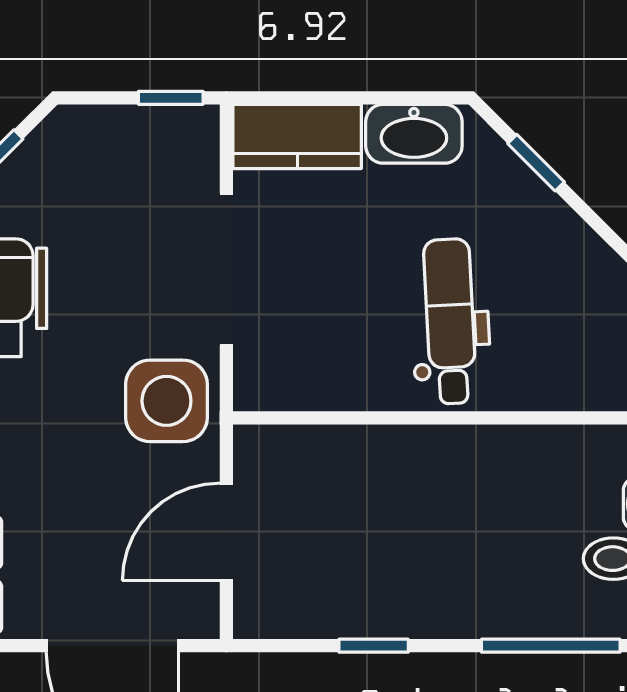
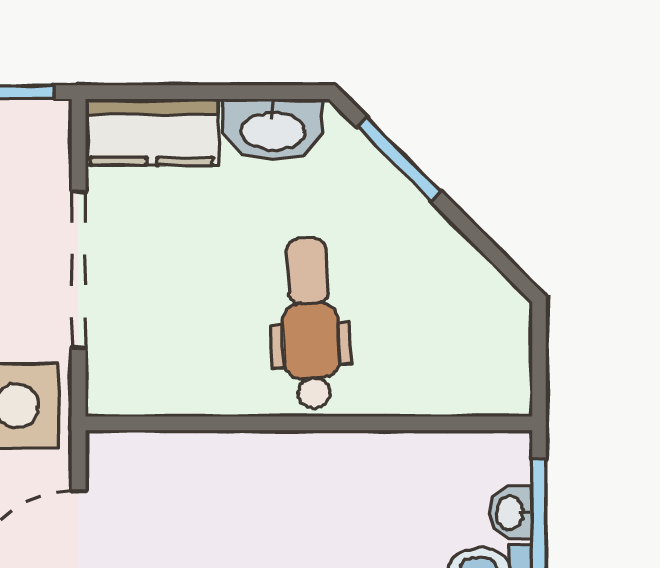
window: (536, 163) -> (399, 159), width x1.50

